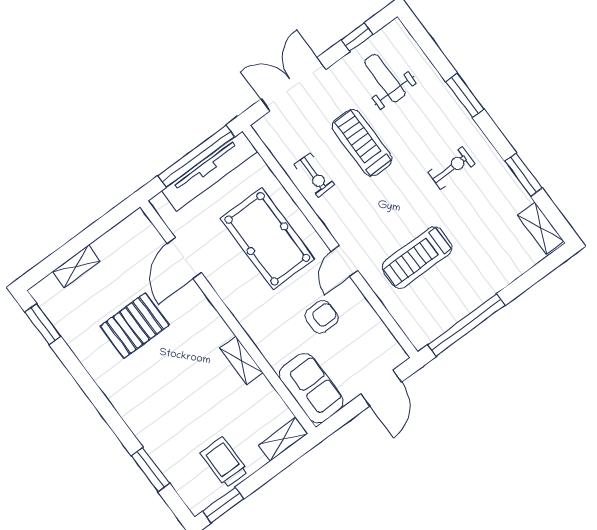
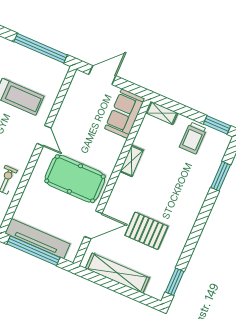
pool table: (267, 239) -> (75, 179), moved, turned 90
door: (345, 261) -> (44, 136), hinge flipped
shelving: (76, 266) -> (117, 273), width x2.20, depth x1.33
armchair: (322, 317) -> (82, 131), removed

